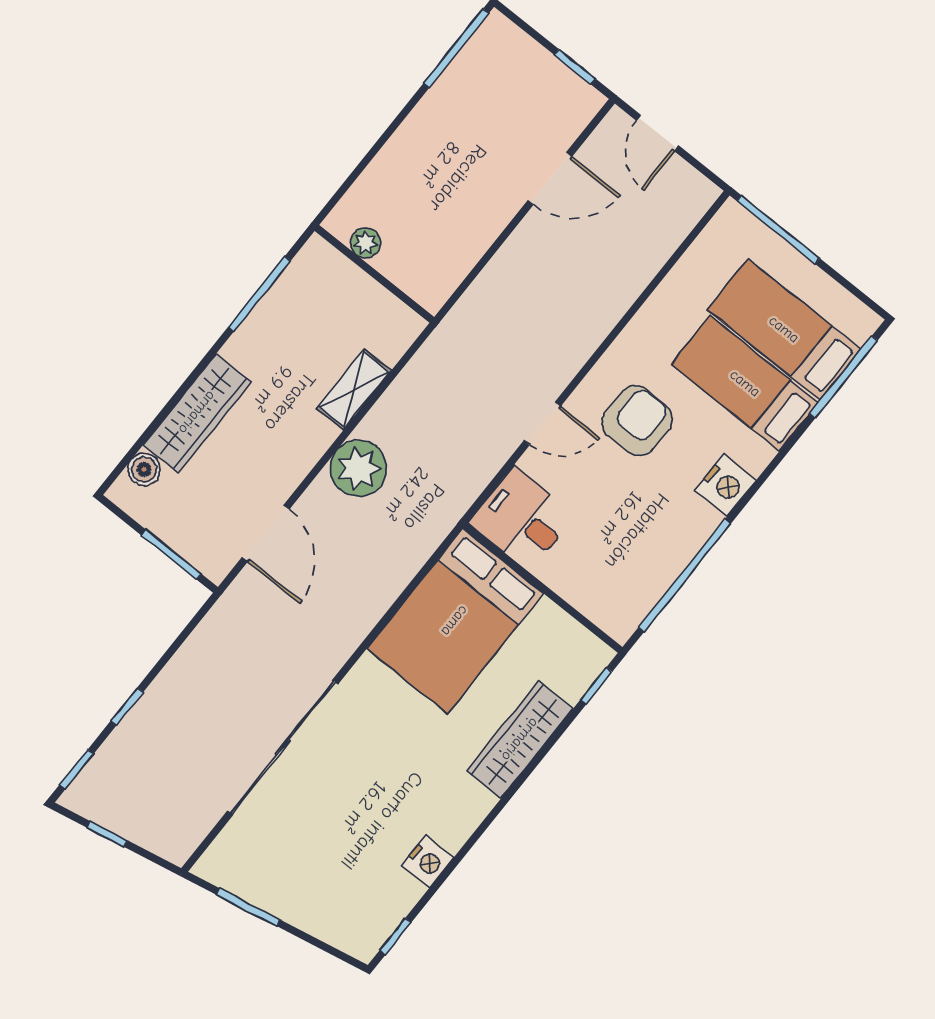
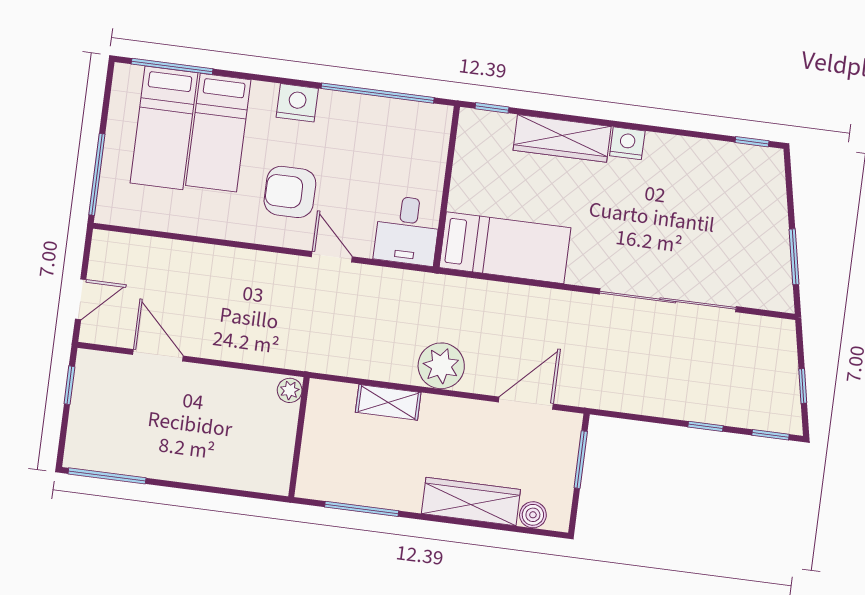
plant: (366, 243) -> (290, 390), moved
bed: (455, 621) -> (505, 248), width x0.67
nightstand: (428, 862) -> (627, 143), moved

